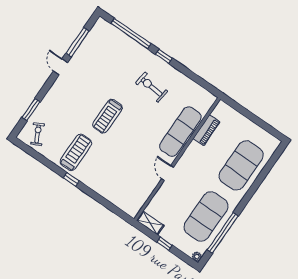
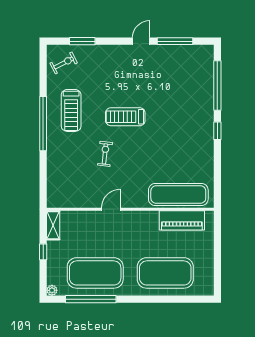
exercise bike: (152, 87) -> (105, 154), moved, width x0.73, depth x0.72
piano: (206, 130) -> (182, 220), width x1.37, depth x1.33
exercise mat: (180, 132) -> (178, 195), moved
treadmill: (76, 152) -> (71, 110), turned 90
window: (71, 179) -> (43, 124), width x3.17

